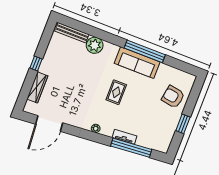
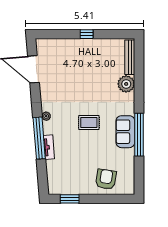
sofa: (137, 63) -> (125, 132), width x0.73
wardrobe: (37, 87) -> (64, 44), removed
window: (183, 124) -> (70, 199), moved
window: (131, 148) -> (39, 138), moved

